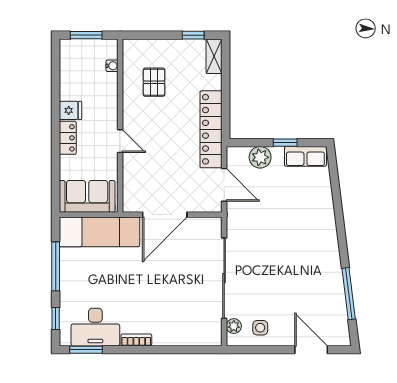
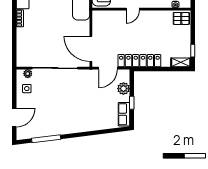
pallet: (154, 82) -> (181, 18), moved
door: (165, 215) -> (91, 49), moved

